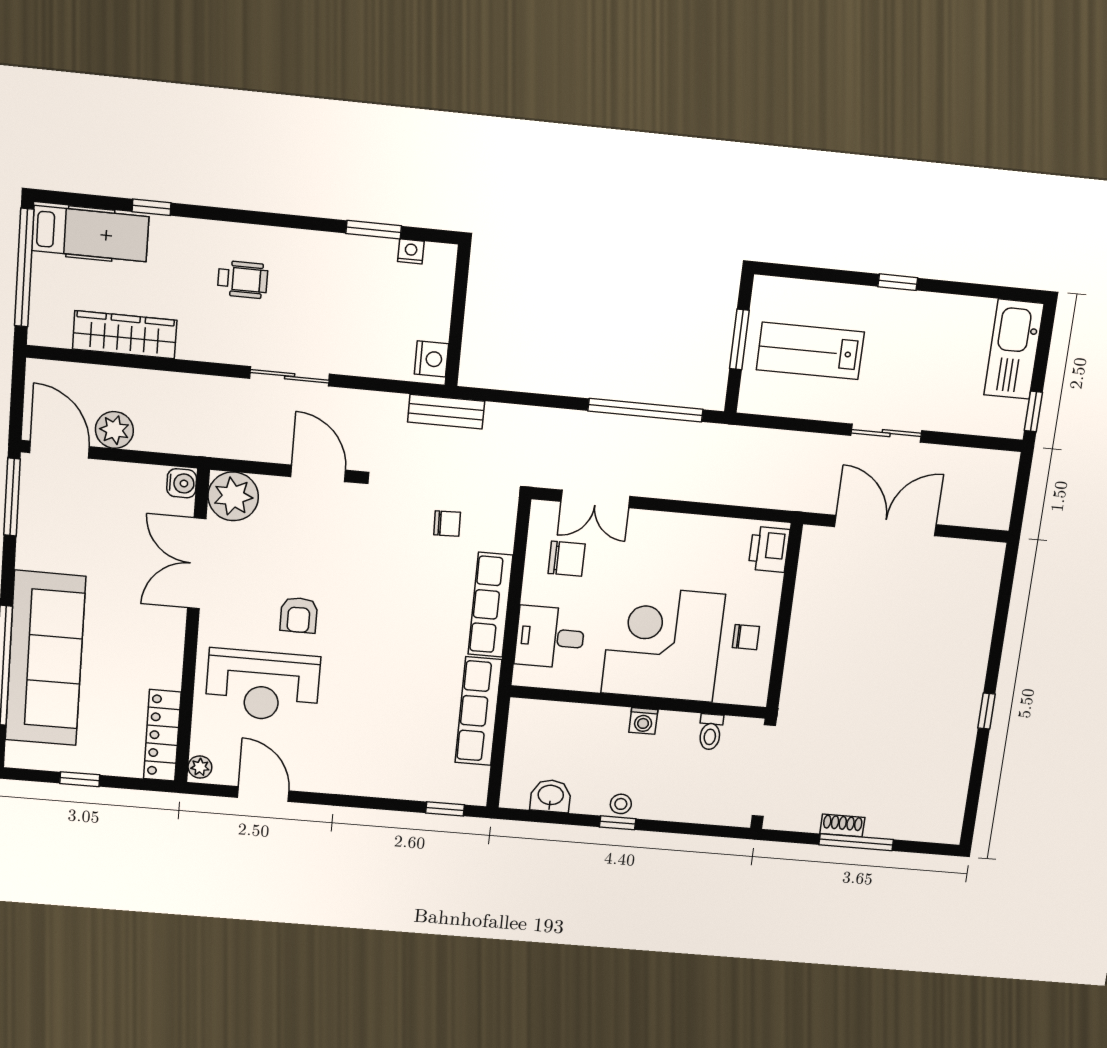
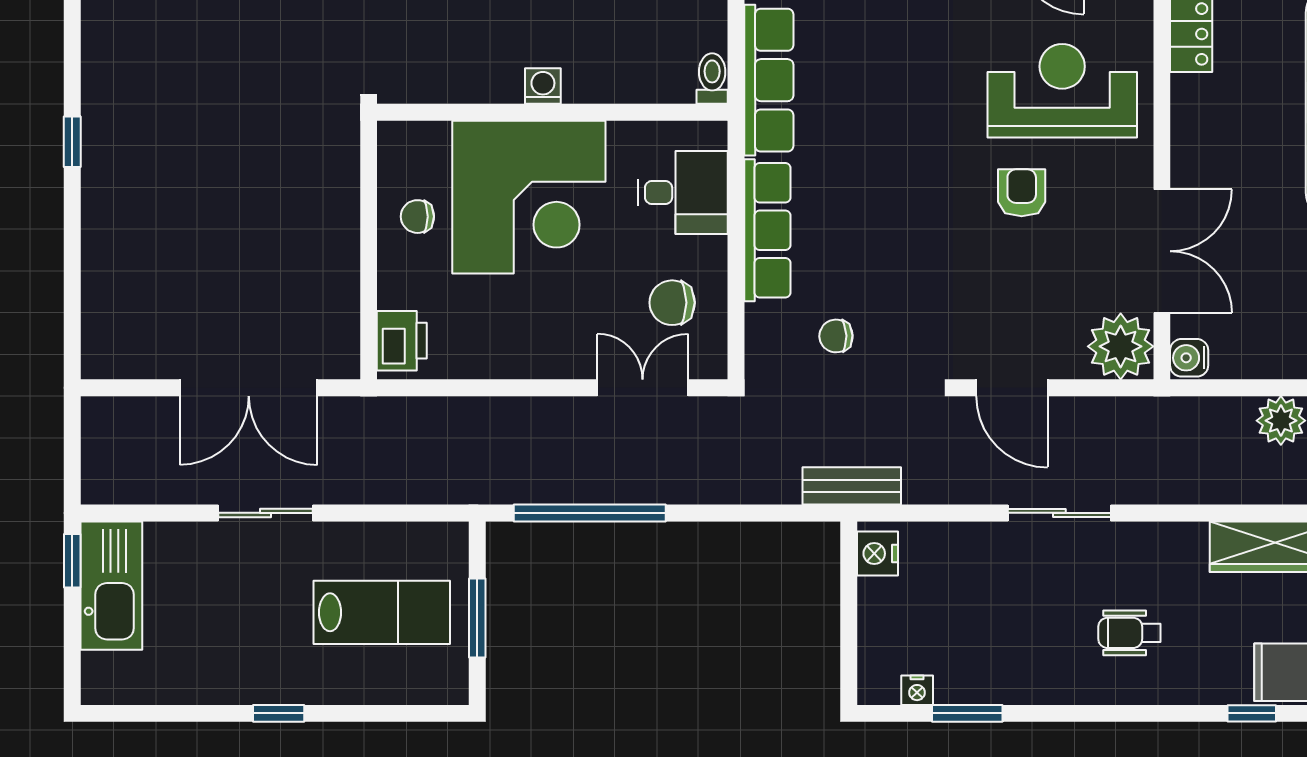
kitchen sink: (1014, 349) -> (111, 586), moved
toilet: (710, 732) -> (712, 79), moved

